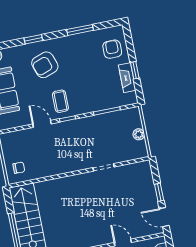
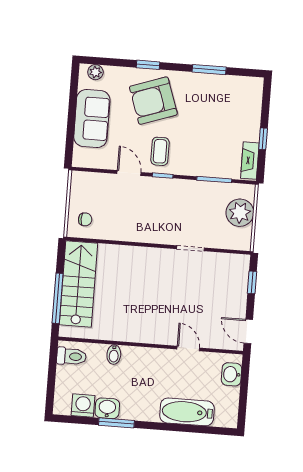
armchair: (112, 49) -> (243, 105), removed
armchair: (45, 65) -> (153, 101), width x1.36, depth x1.36
fireplace: (127, 78) -> (250, 161), moved
plant: (139, 134) -> (240, 213), width x1.88, depth x1.88
window: (159, 192) -> (252, 282), moved

